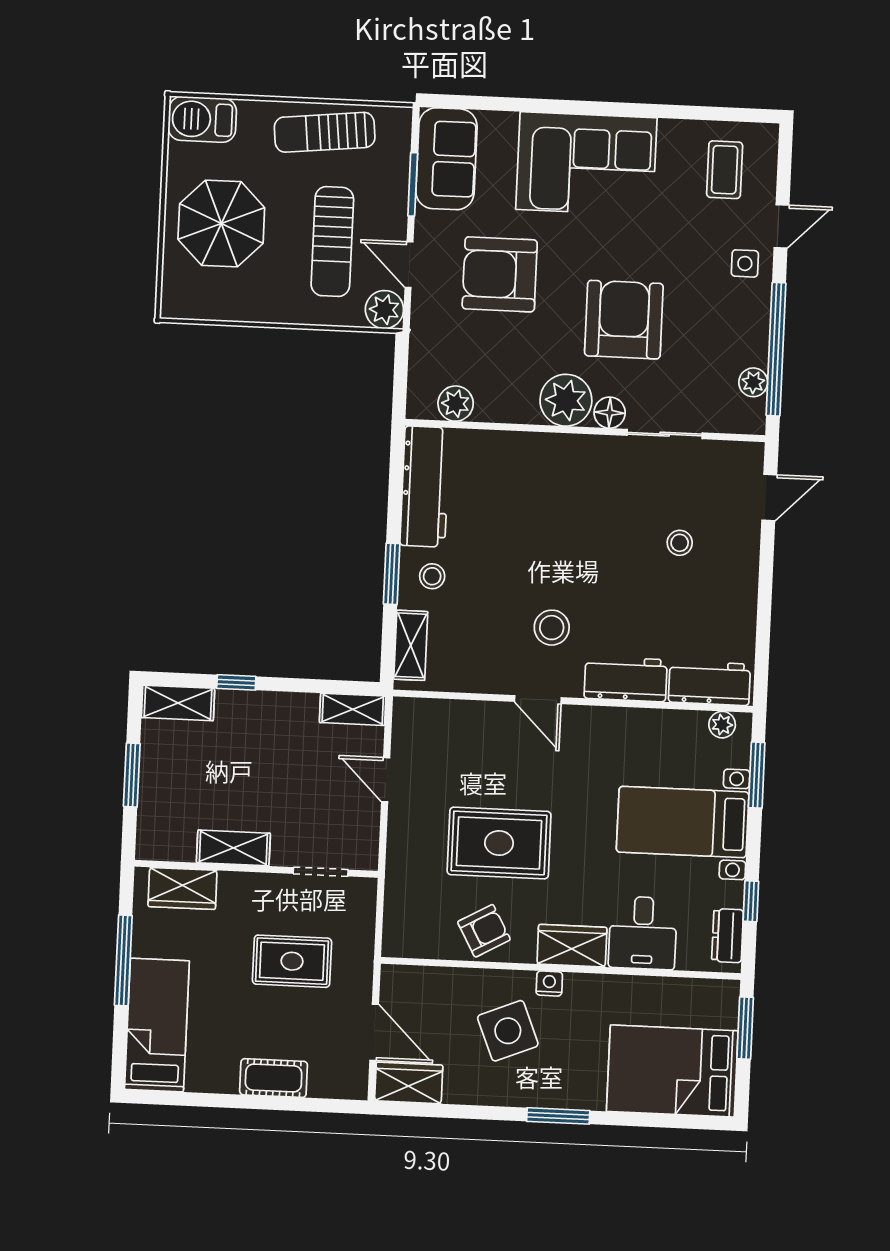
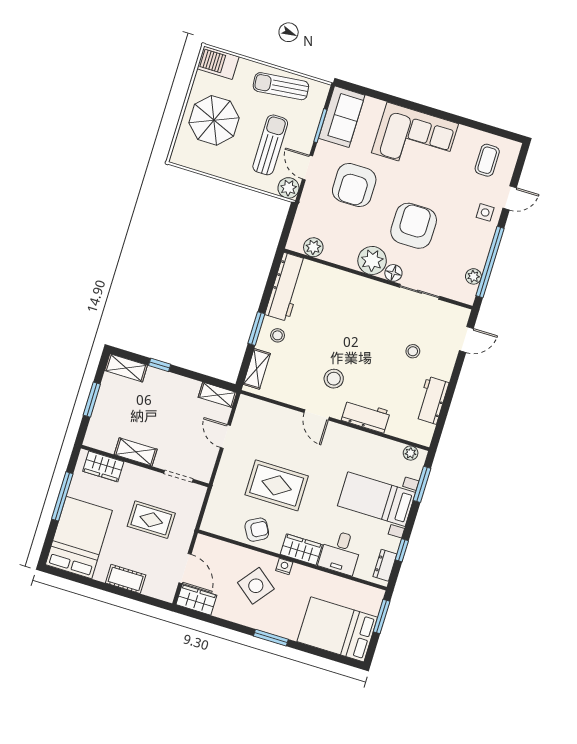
sun lounger: (332, 242) -> (270, 145), turned 180
armchair: (500, 274) -> (354, 185), turned -90
workbench: (709, 683) -> (432, 400), moved, turned -90
bed: (157, 1025) -> (79, 538), width x1.50
side table: (508, 1031) -> (256, 586), turned -30

